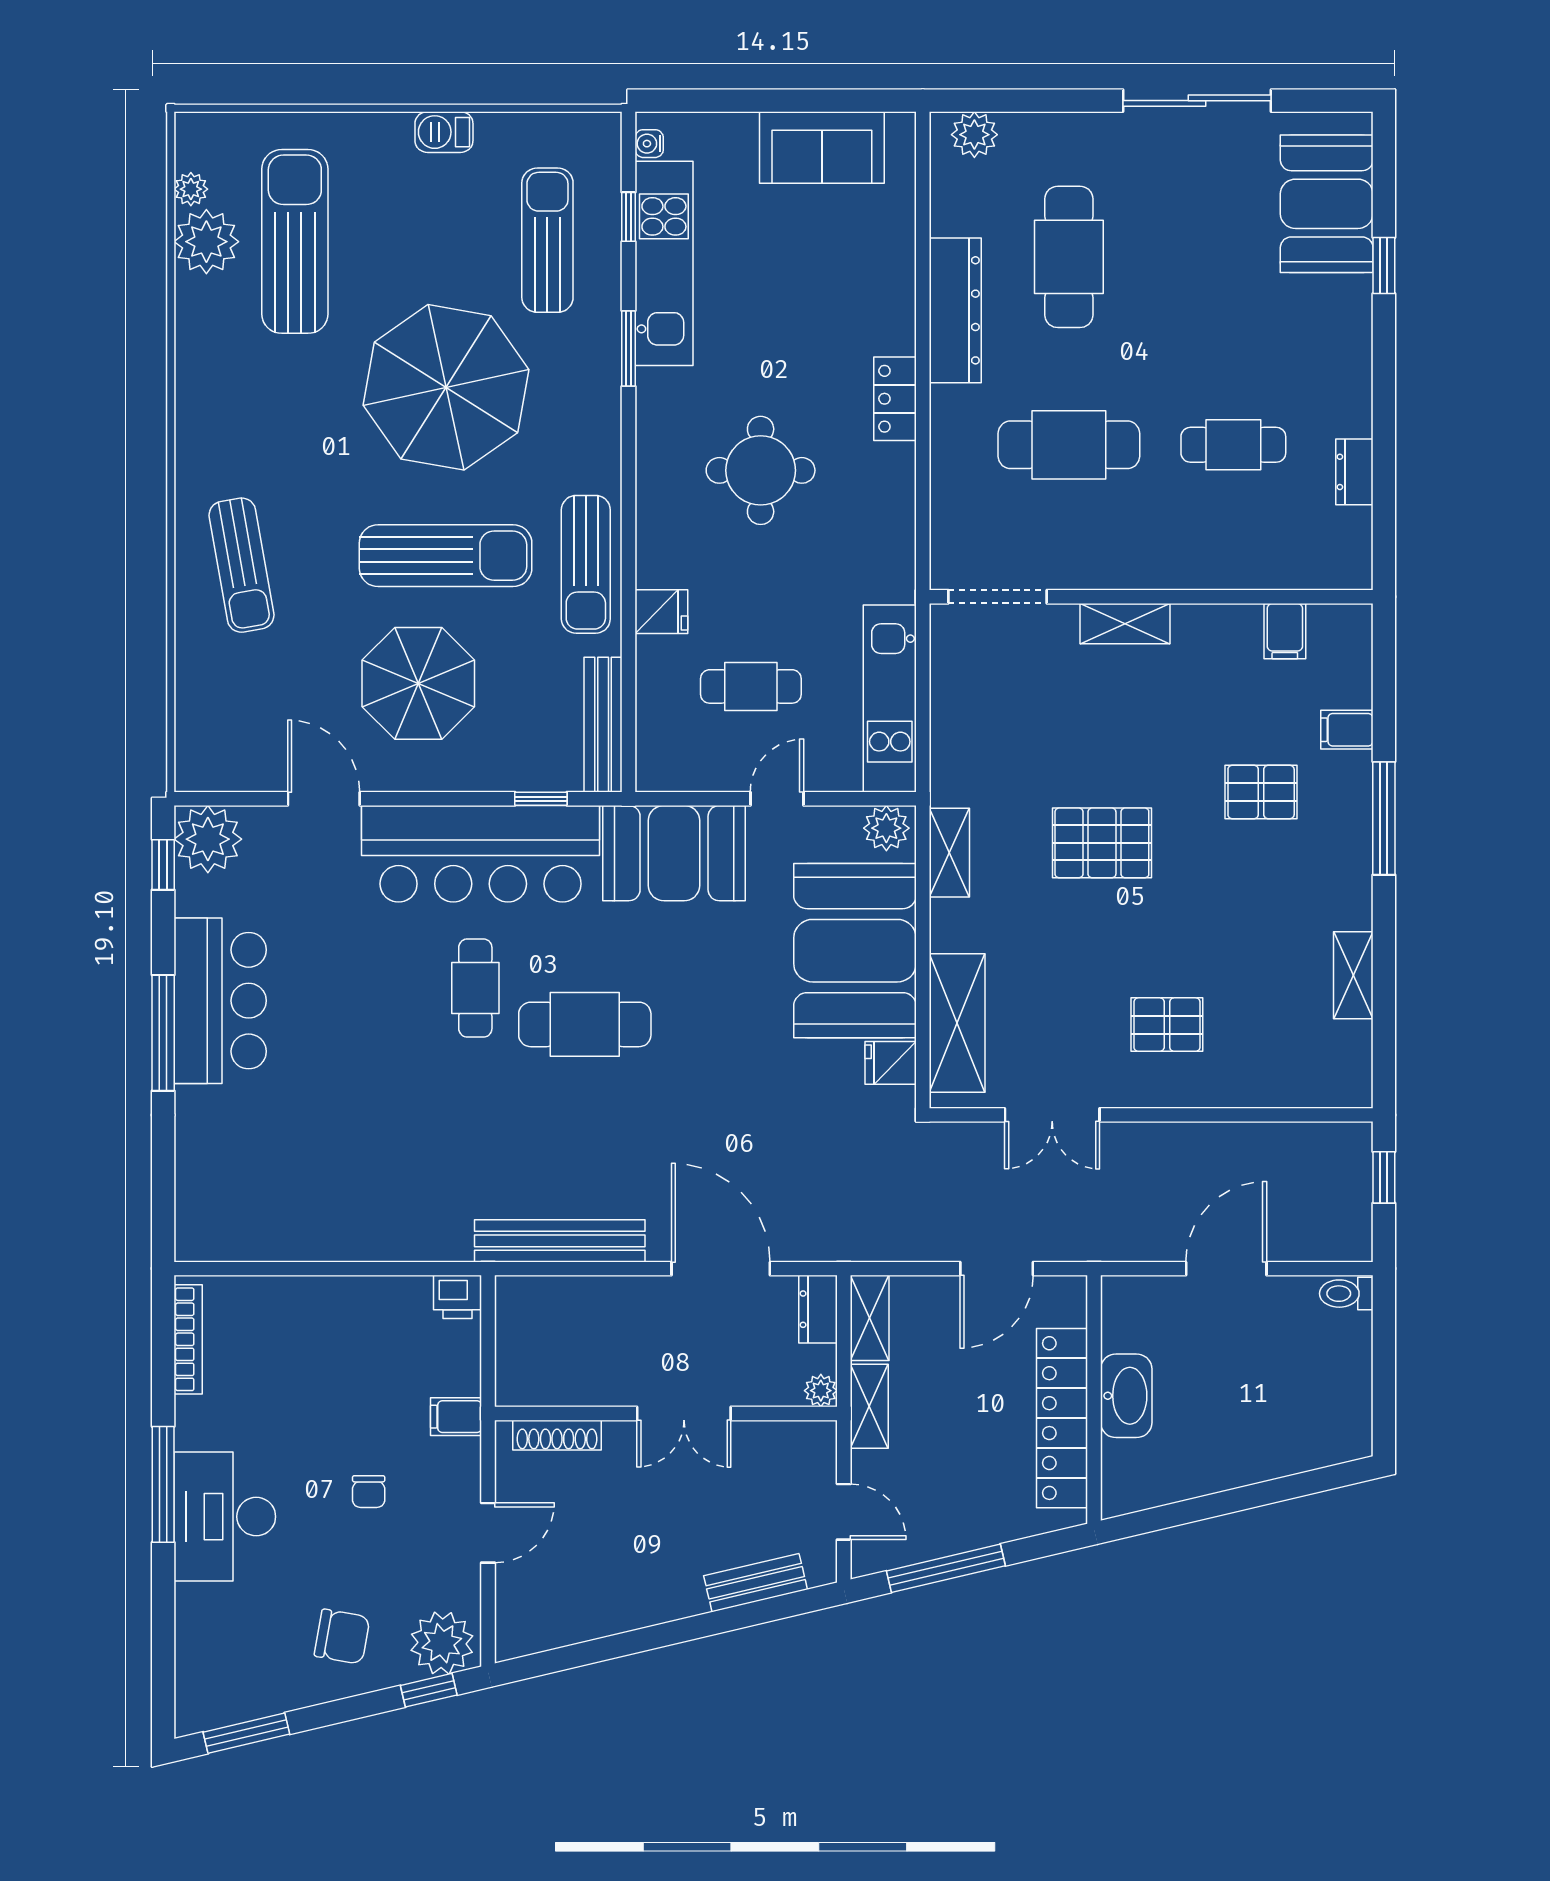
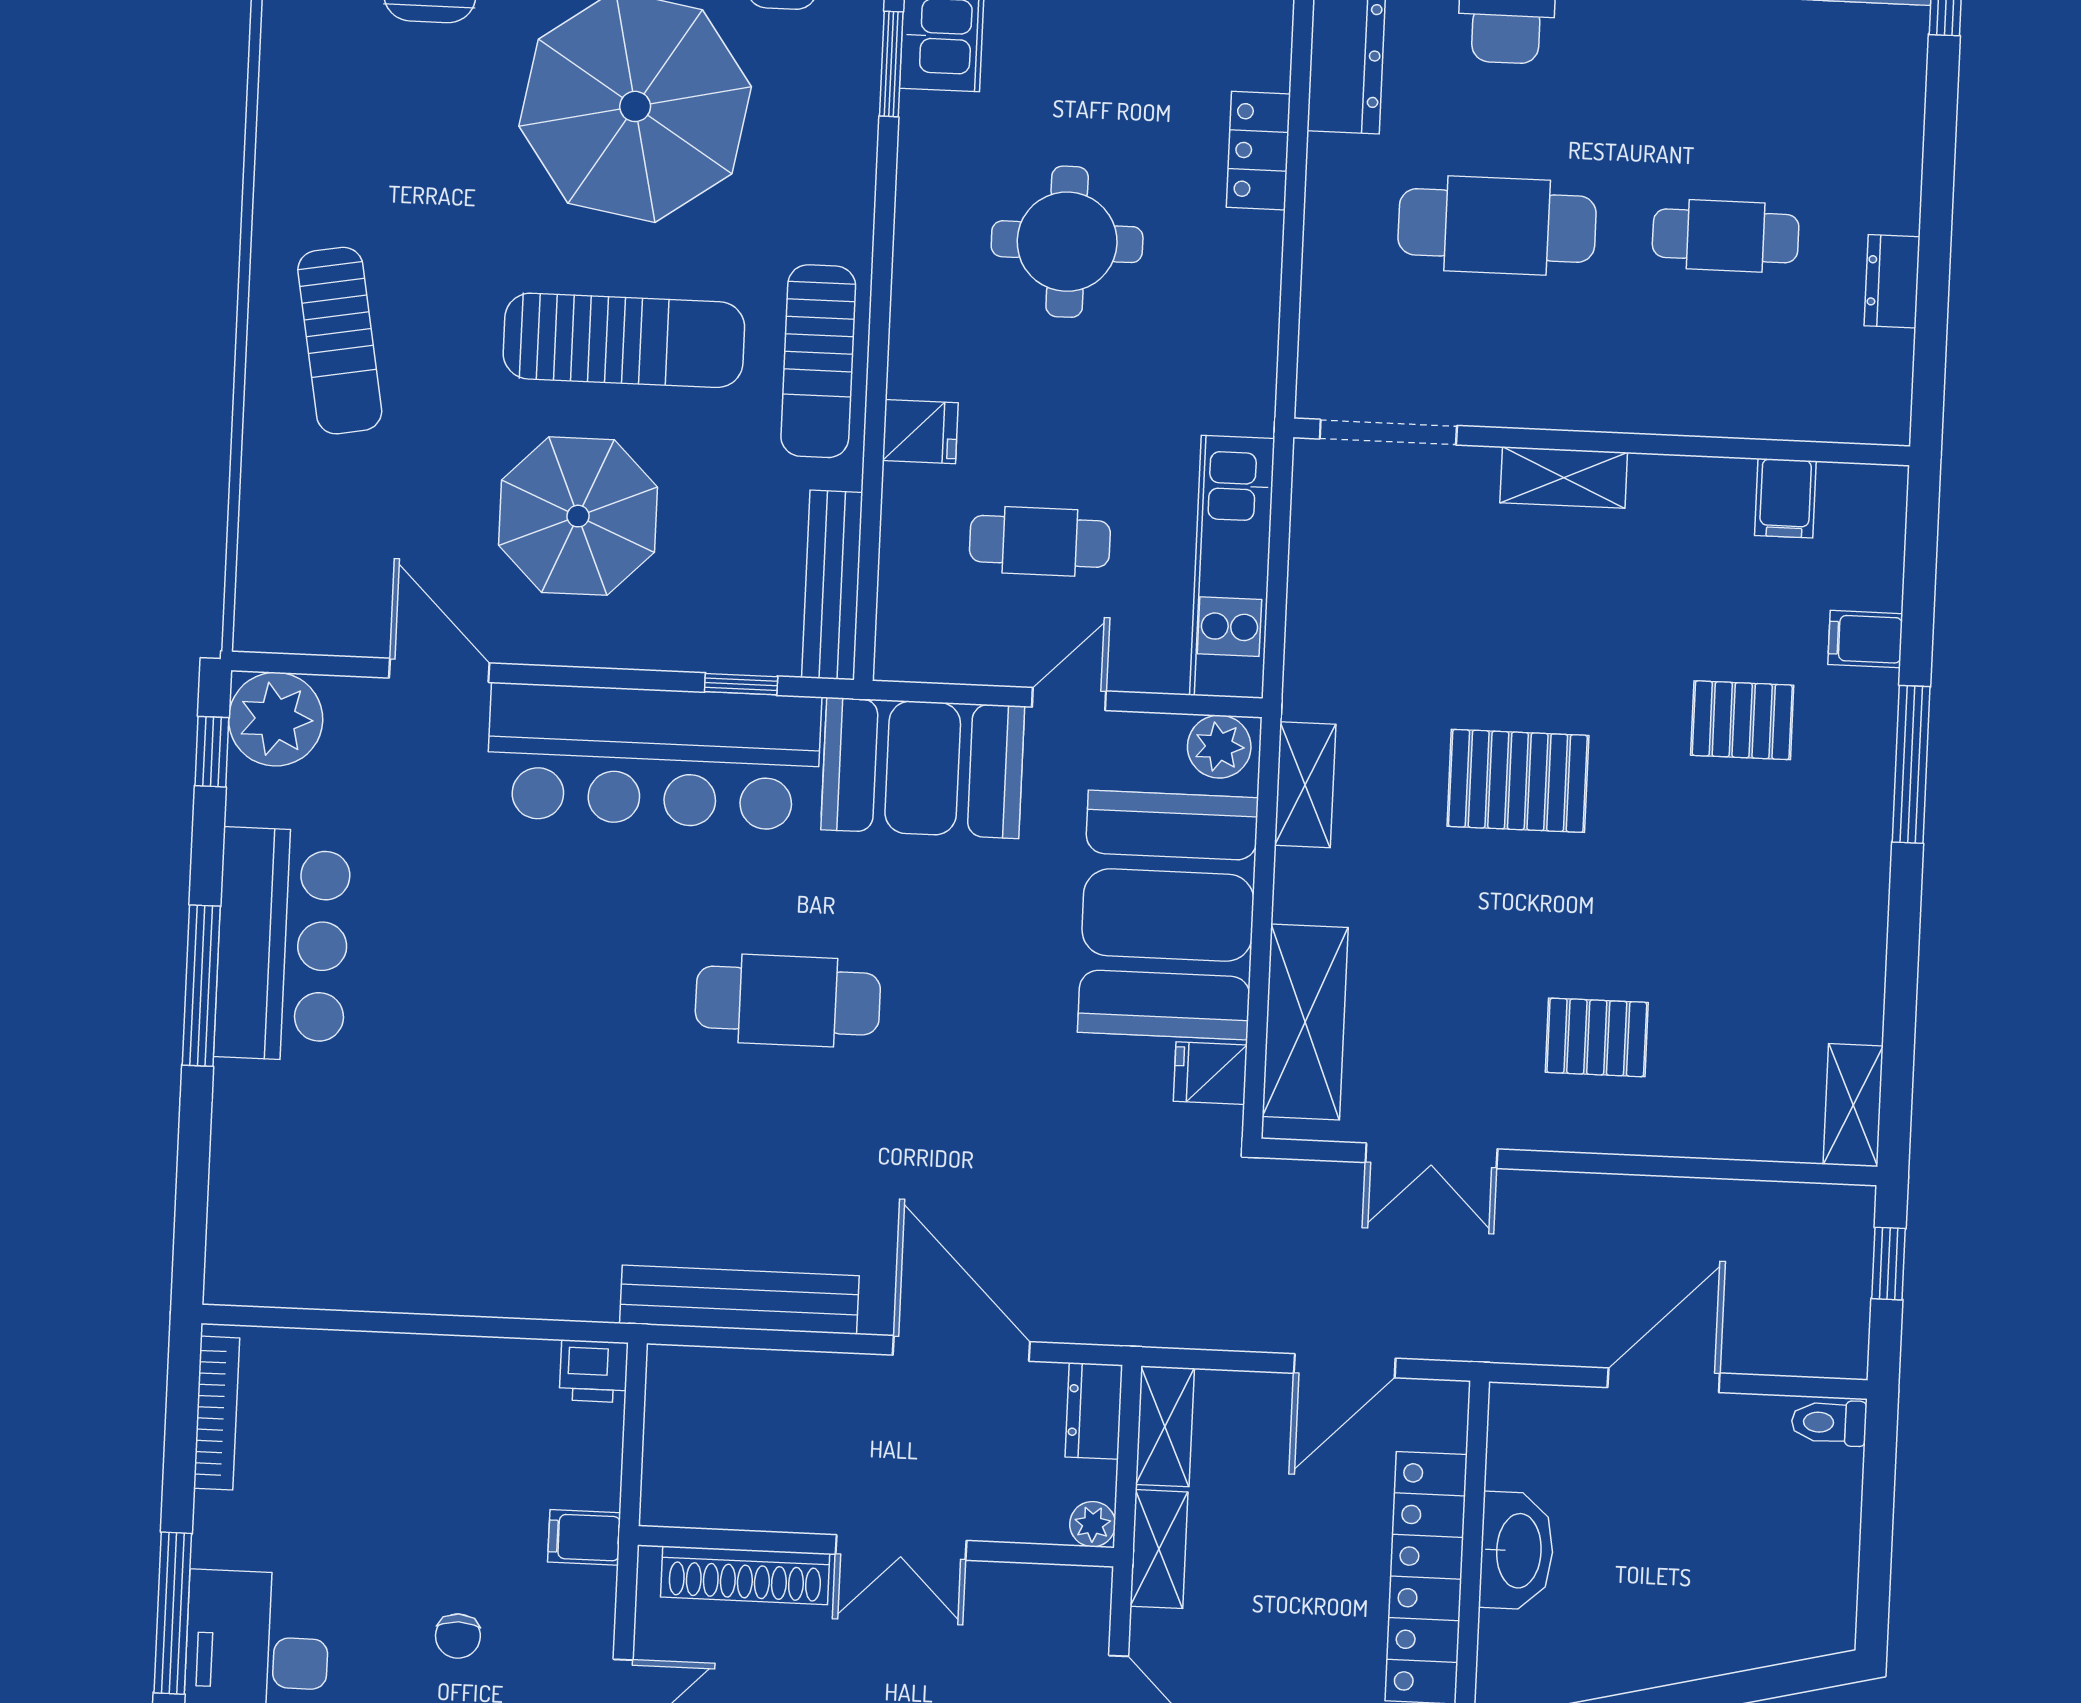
shelving: (1353, 975) -> (1853, 1105), moved
cafe table: (475, 988) -> (638, 943), removed
shoe rack: (557, 1435) -> (745, 1575), width x1.36, depth x1.24

